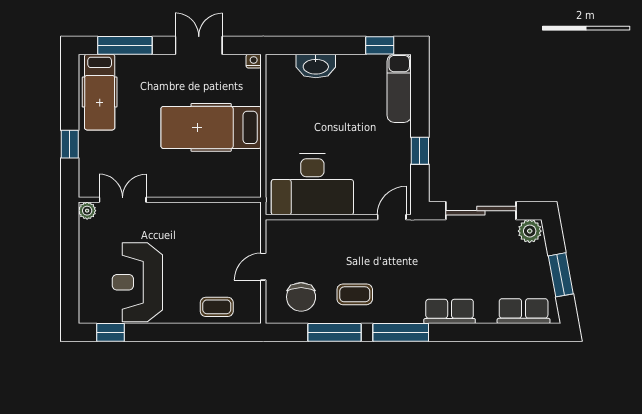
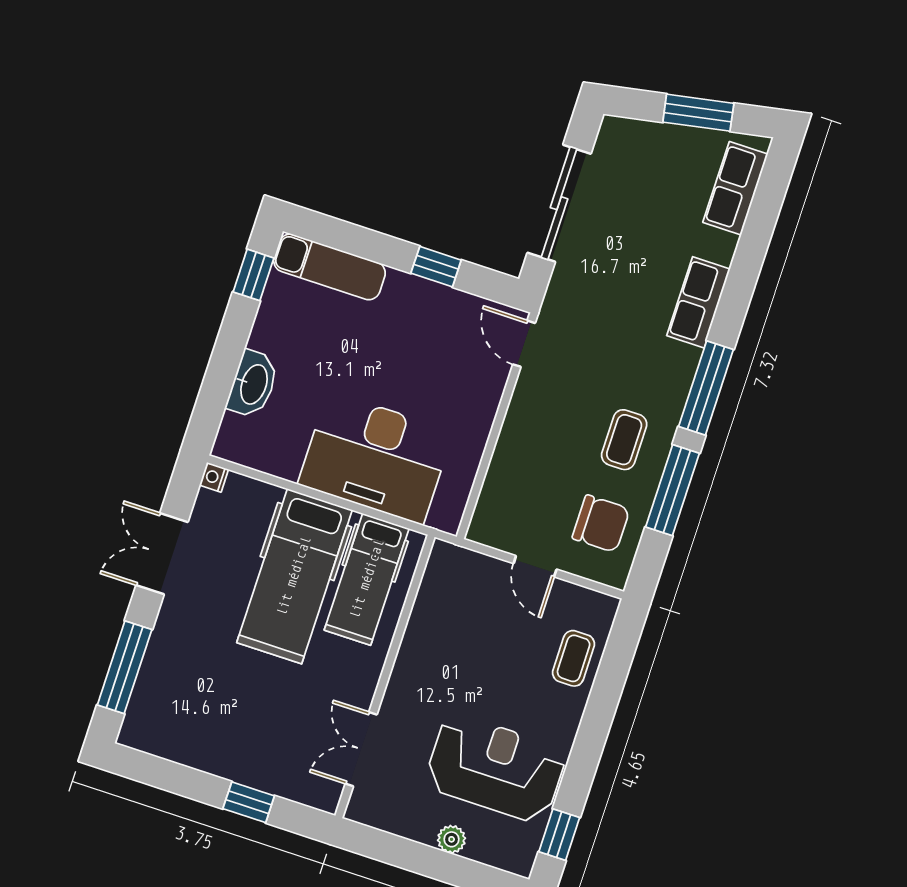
hospital bed: (100, 92) -> (367, 579), moved, turned 90
desk: (312, 184) -> (376, 458), moved, turned 90
plant: (87, 211) -> (452, 839), moved
plant: (530, 231) -> (615, 138), removed
reception desk: (137, 282) -> (496, 768), turned 180

